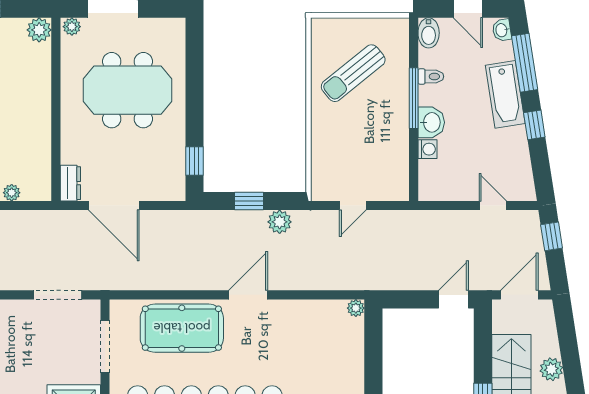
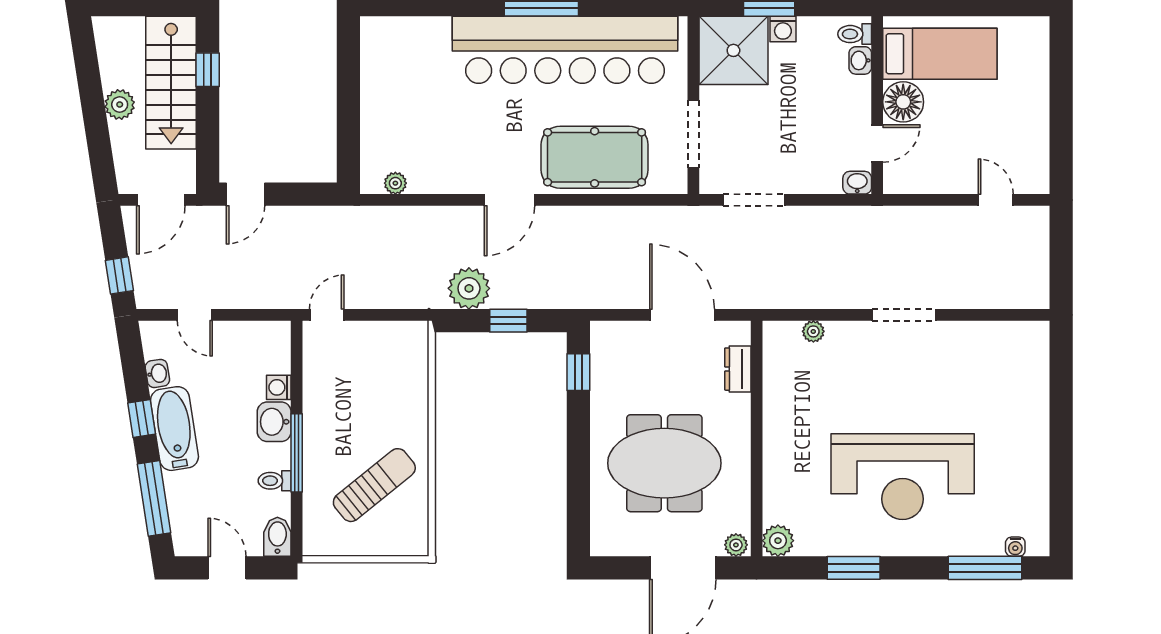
washbasin: (502, 30) -> (157, 373), moved
bathtub: (505, 94) -> (174, 429), moved
dresser: (70, 183) -> (738, 369), moved
door: (353, 206) -> (327, 315), moved
plant: (280, 222) -> (469, 288), width x1.36, depth x1.36
plant: (356, 308) -> (395, 183), moved

